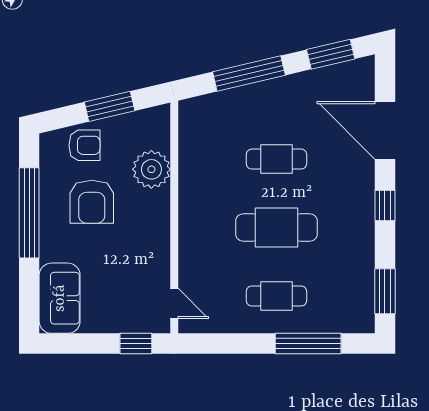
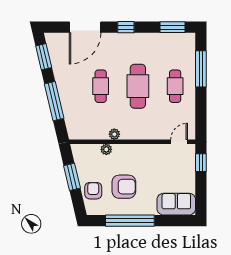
plant: (151, 169) -> (106, 149), width x0.53, depth x0.53
plant: (188, 184) -> (114, 134), added

